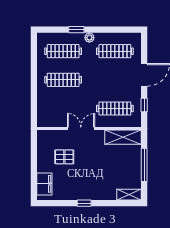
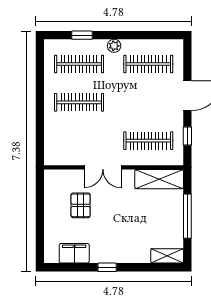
window: (76, 30) -> (82, 35), moved
double door: (81, 129) -> (103, 167), swing flipped
pallet: (64, 157) -> (81, 205), turned 90
filing cabinet: (44, 184) -> (74, 253), moved, turned -90

